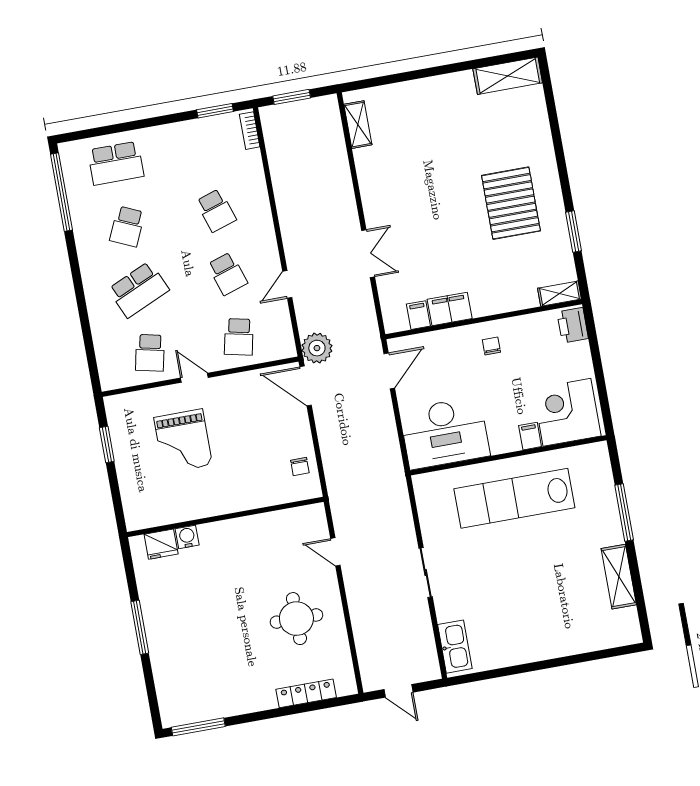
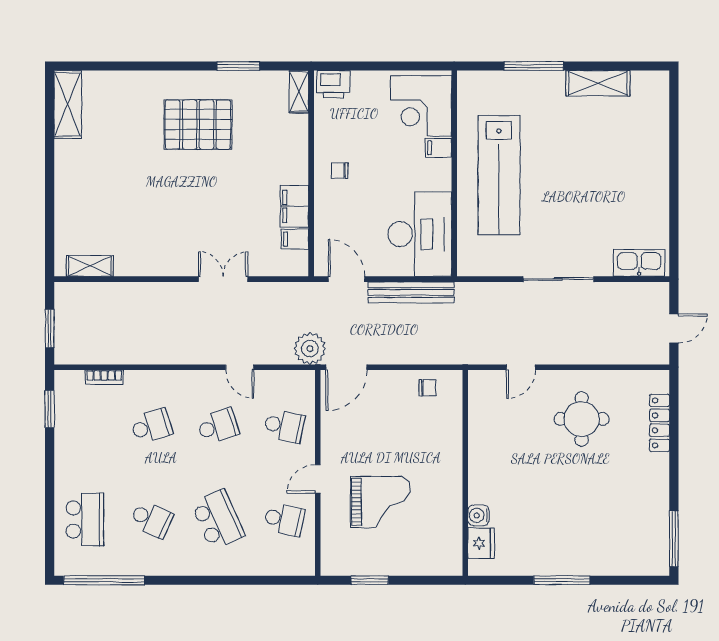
bookcase: (250, 131) -> (104, 377), moved
bench: (388, 435) -> (411, 292), added
sliding door: (426, 573) -> (558, 279), width x1.37

